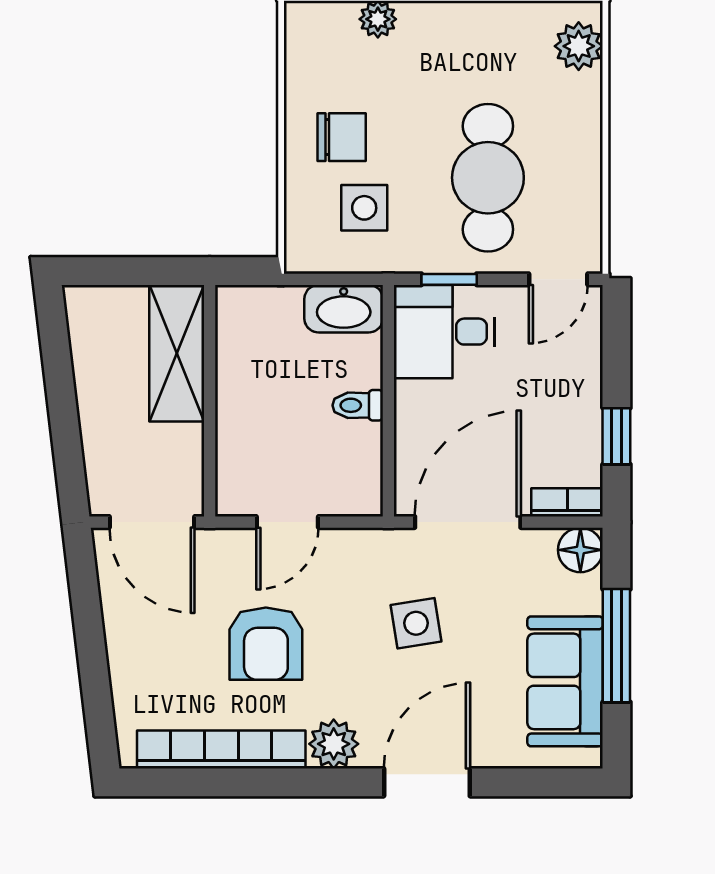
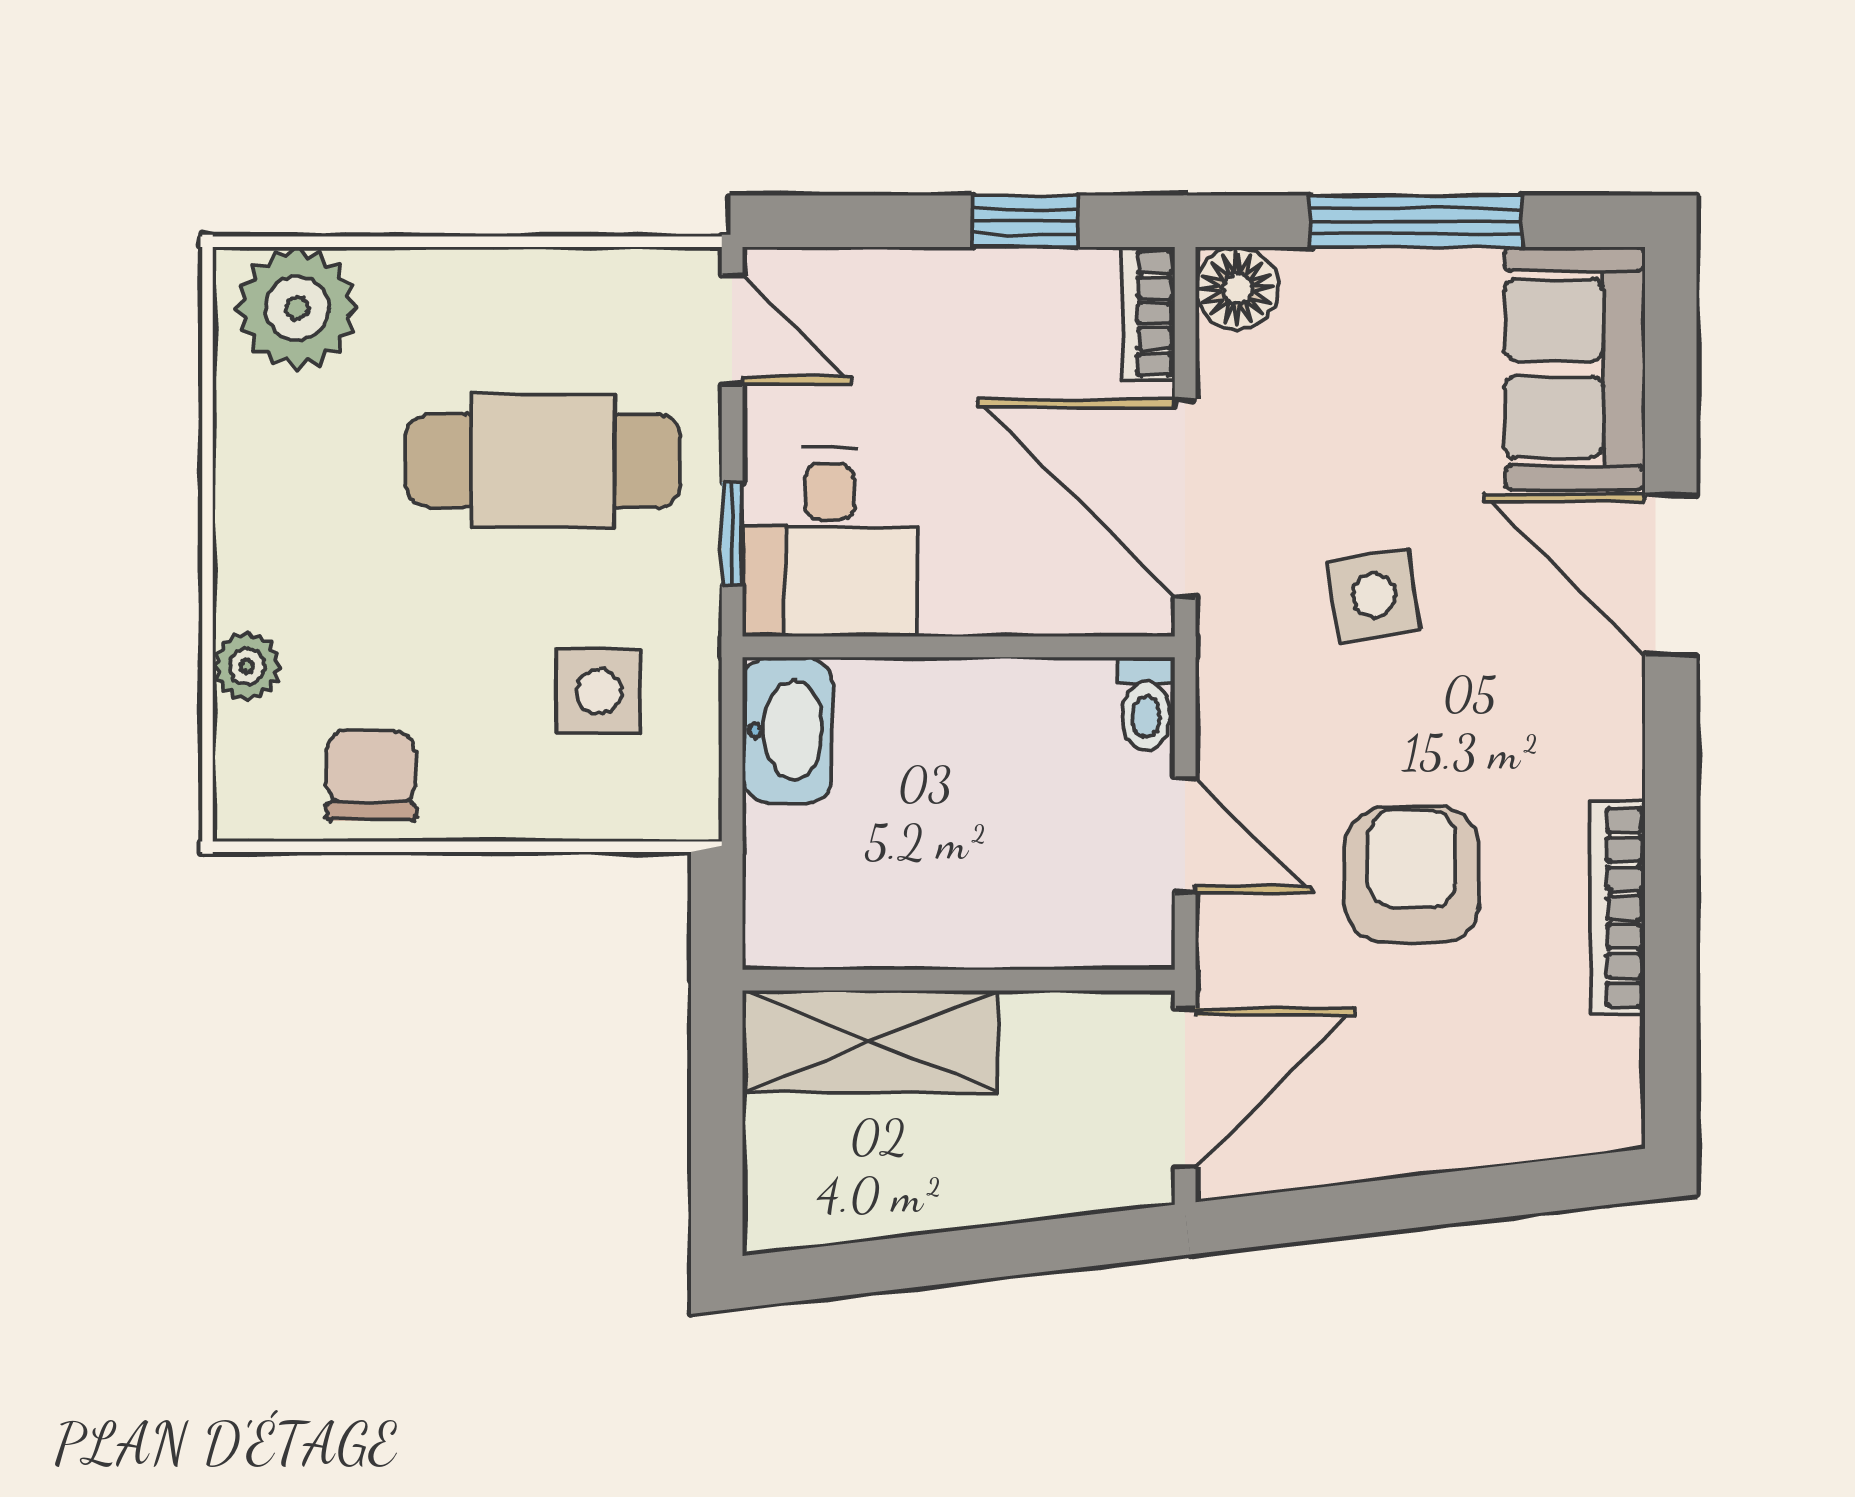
plant: (579, 46) -> (297, 308), width x1.36, depth x1.36
chair: (342, 137) -> (371, 776), moved
toilet: (358, 405) -> (1146, 704), moved
armchair: (266, 644) -> (1412, 875), turned -90
sofa: (565, 681) -> (1575, 368), moved, turned 90
plant: (334, 744) -> (1599, 749), removed
bookcase: (221, 749) -> (1618, 908), width x0.68, depth x0.76

